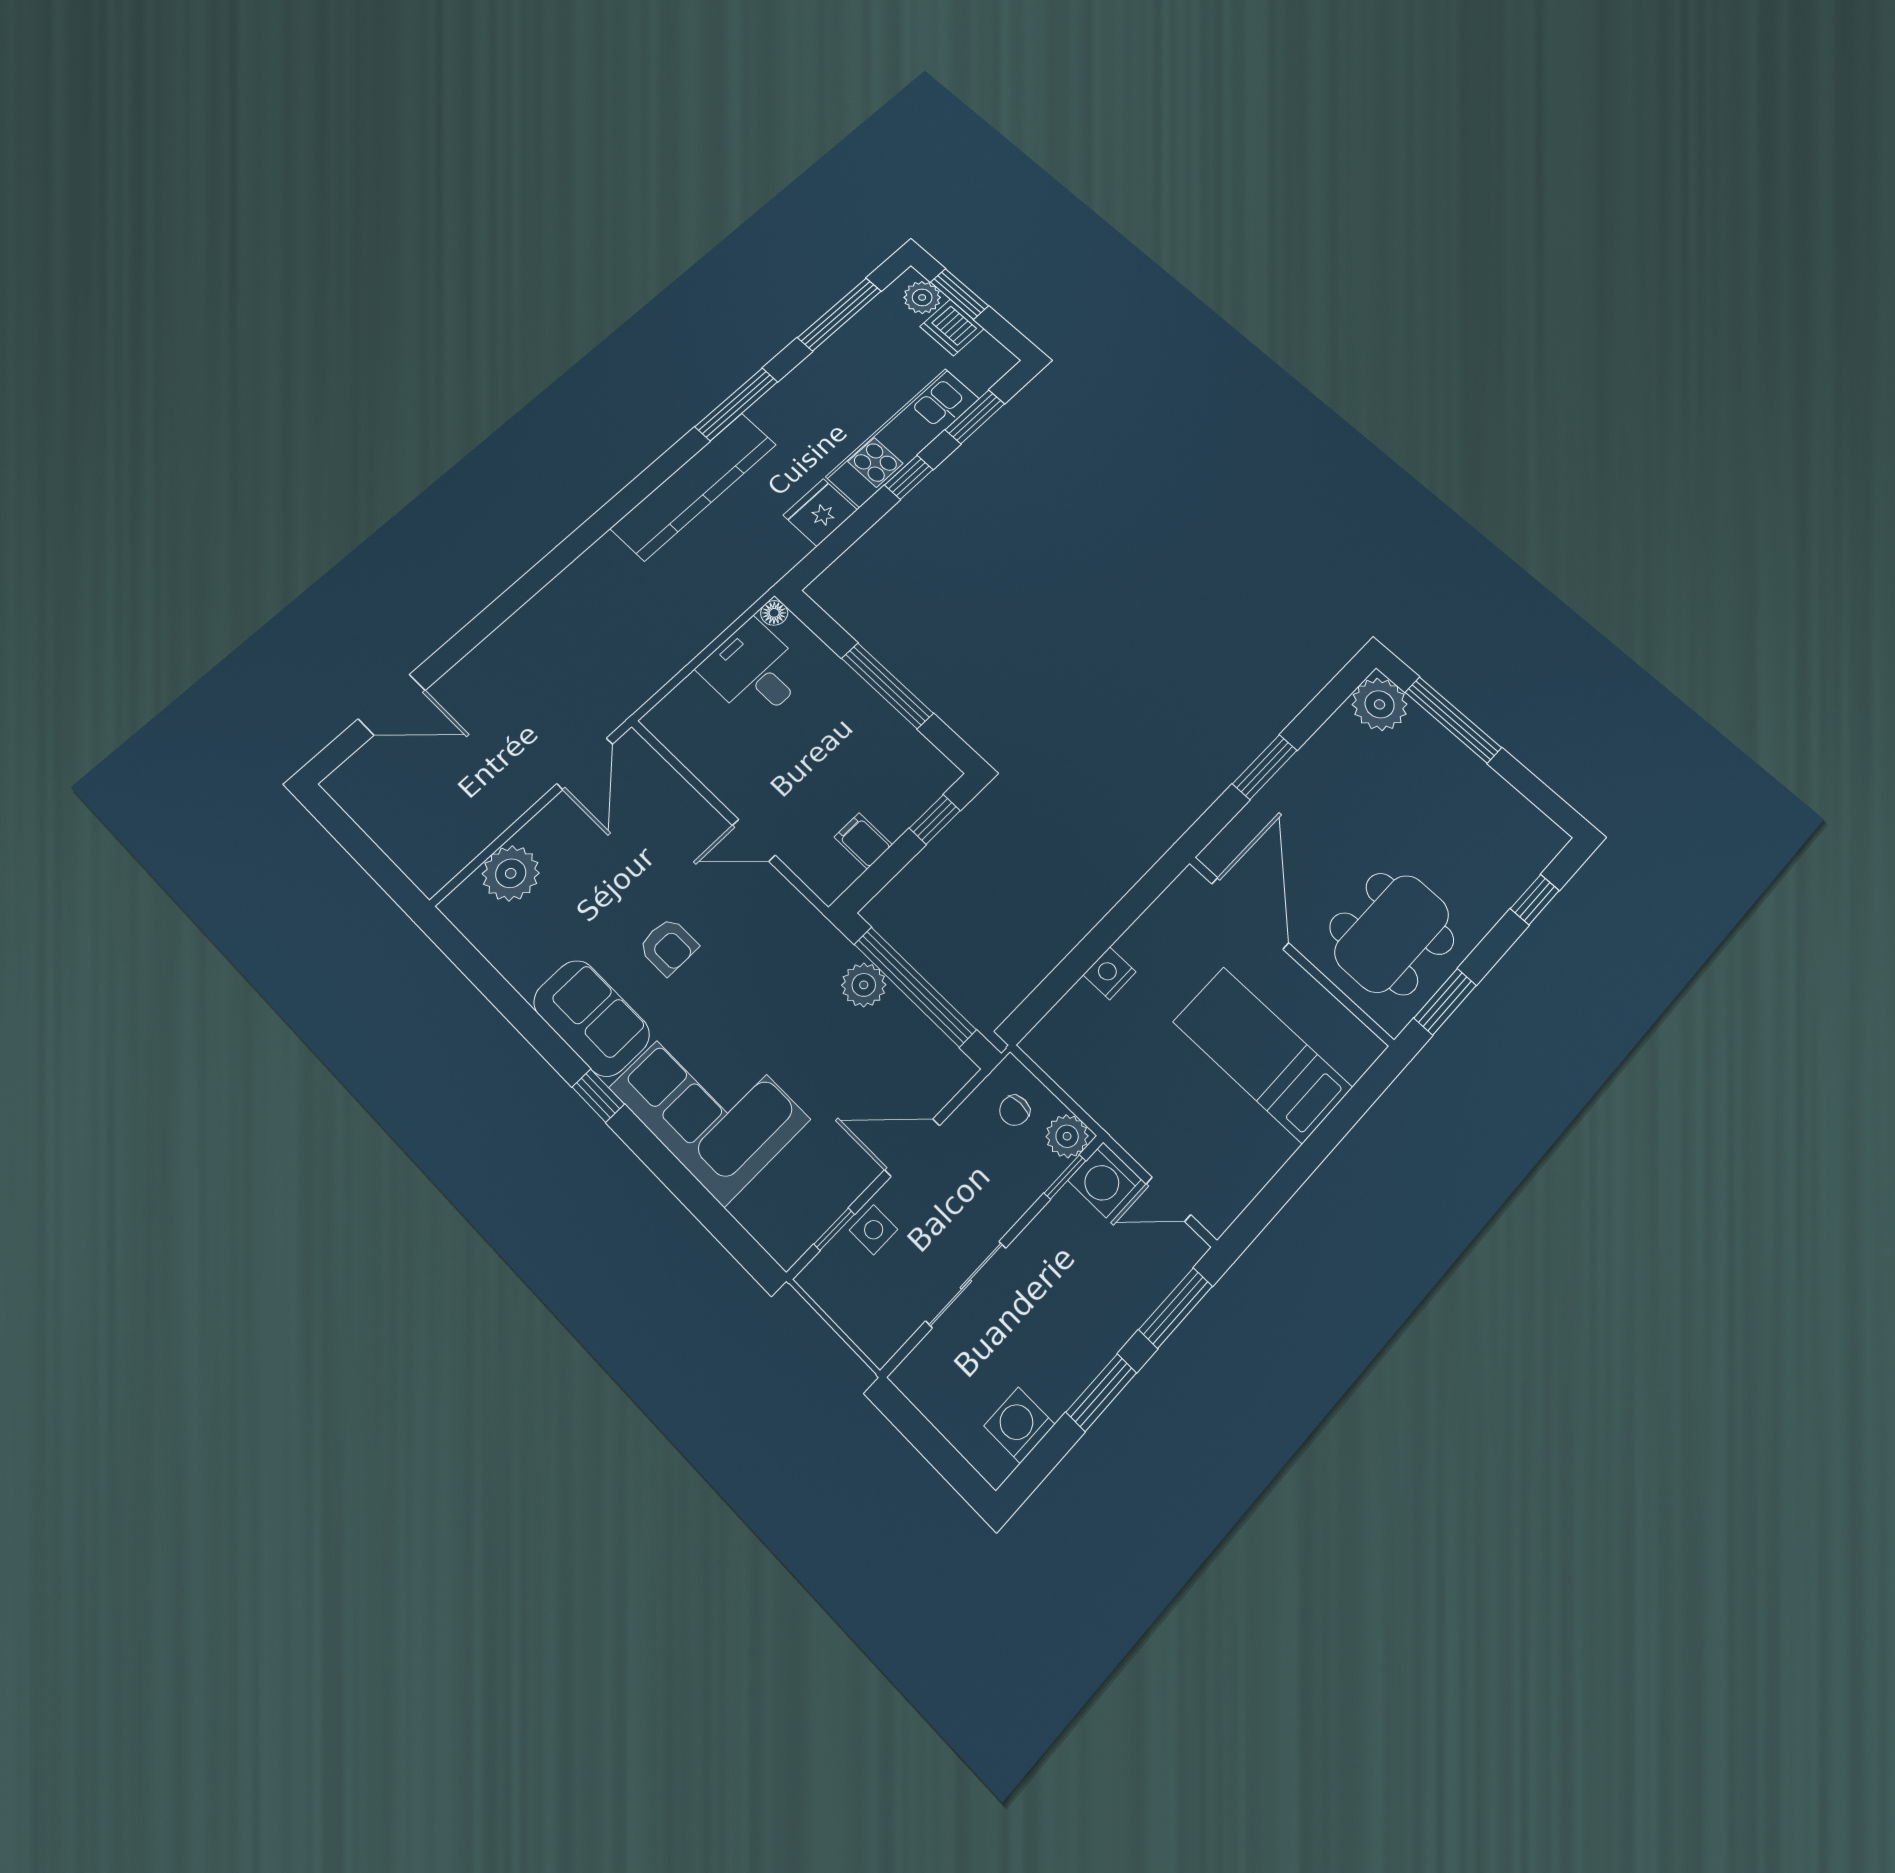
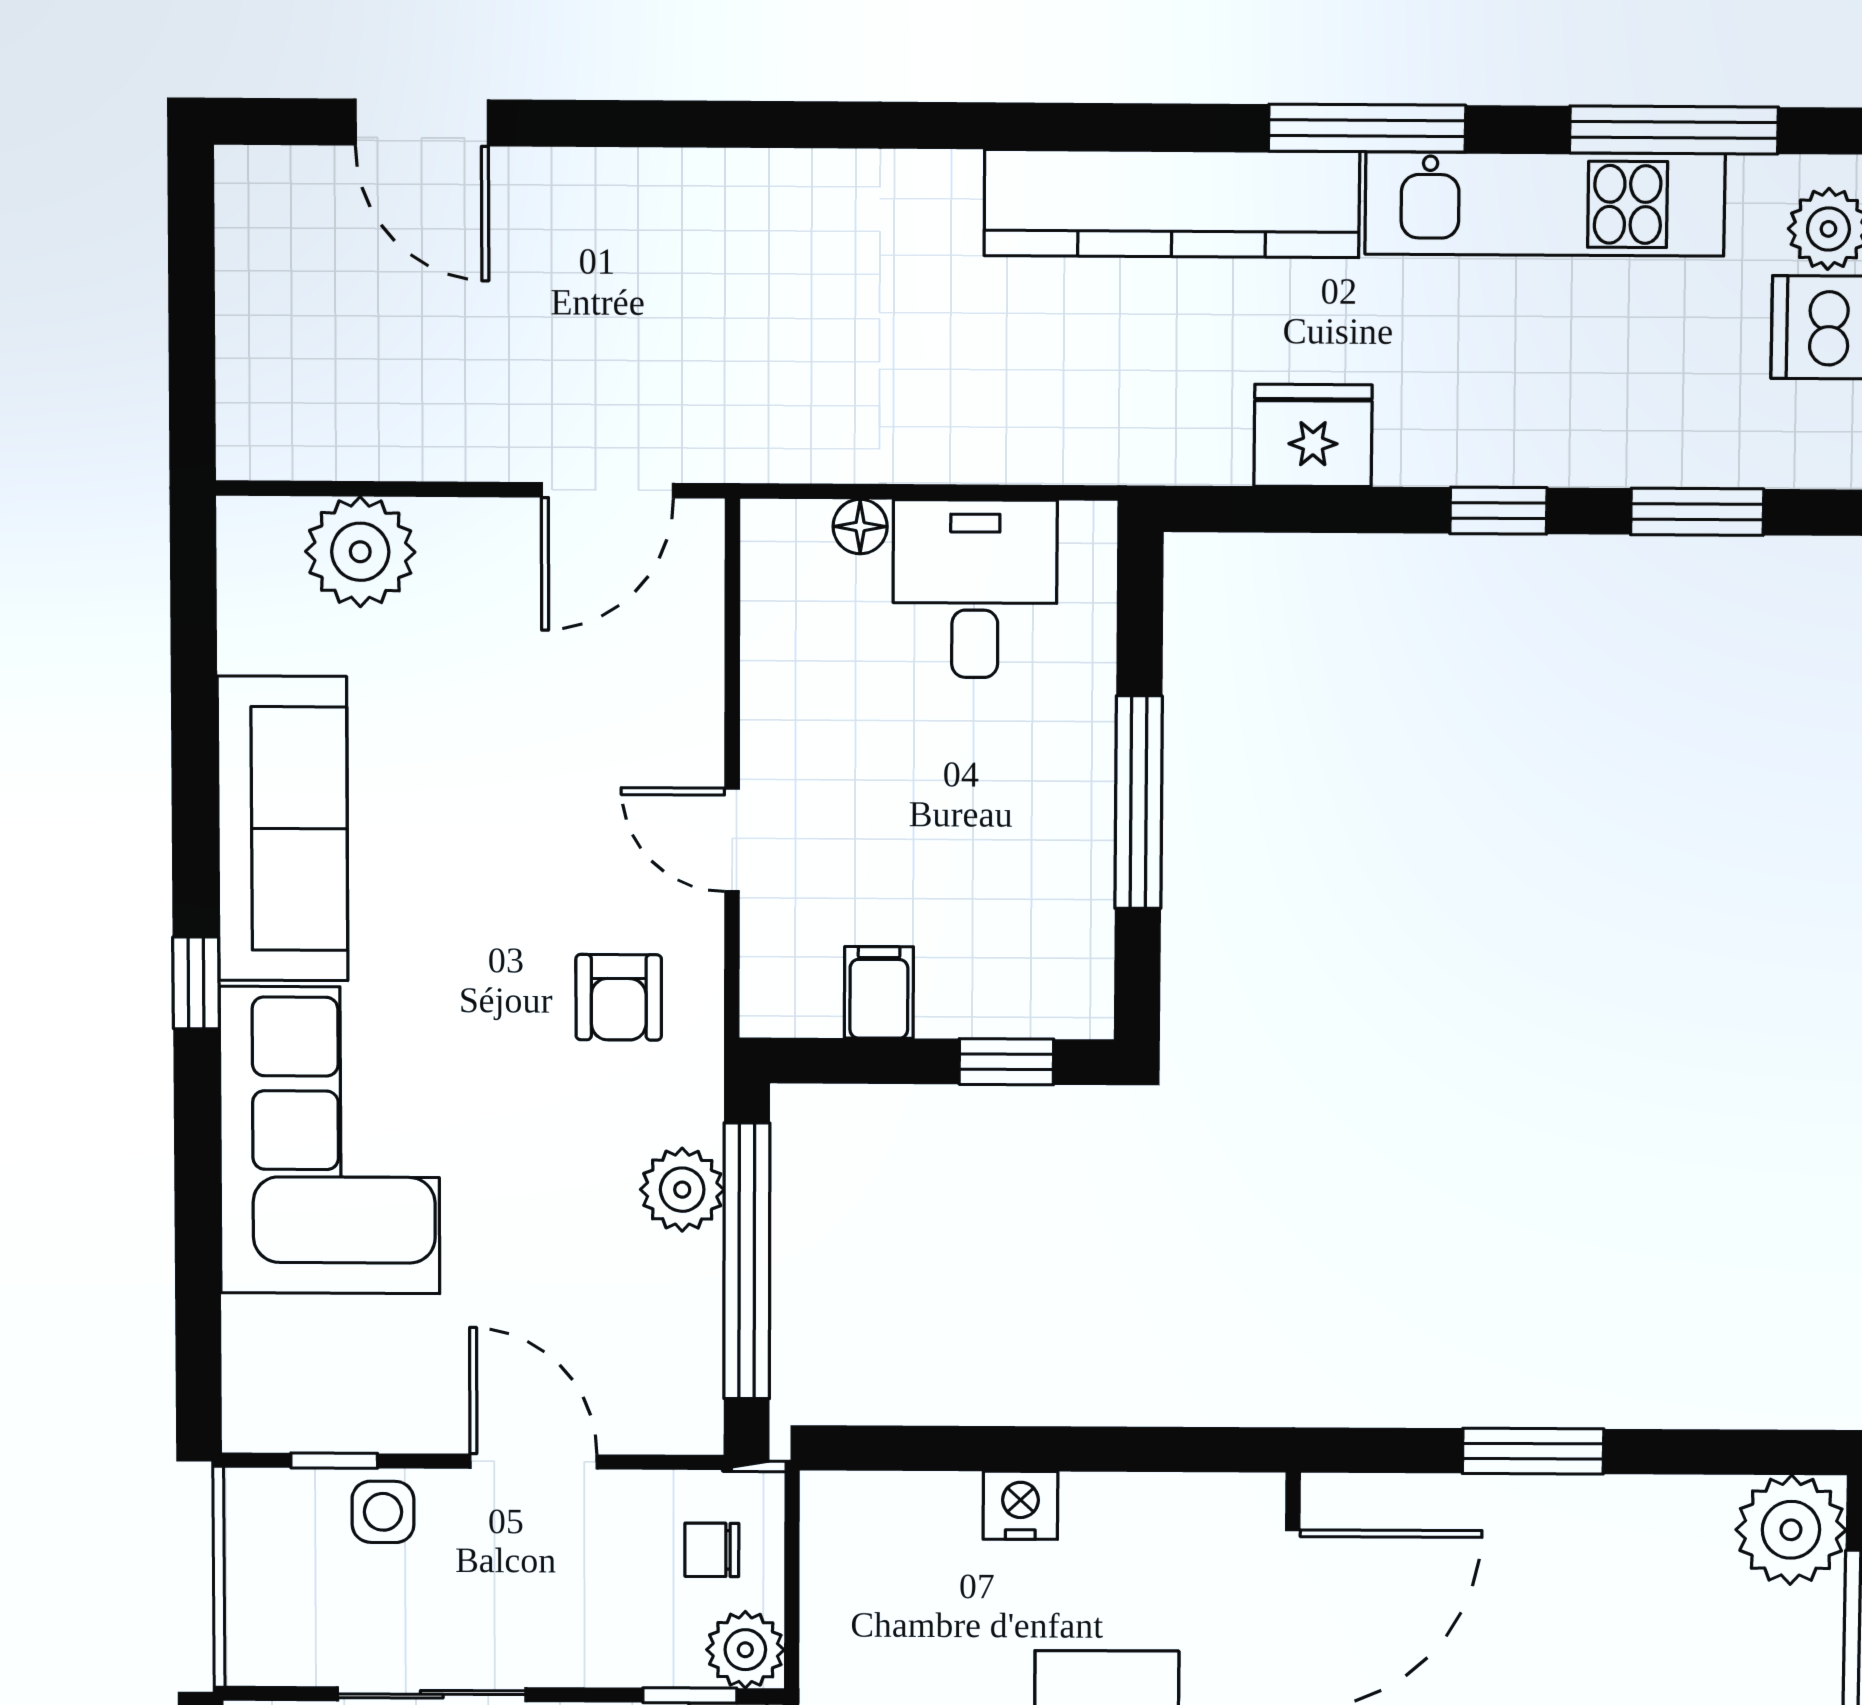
kitchen unit: (903, 437) -> (1545, 204), moved, turned 180
floor lamp: (774, 613) -> (860, 527), moved
armchair: (668, 946) -> (619, 997), moved
sofa: (592, 1018) -> (283, 829), width x1.36

